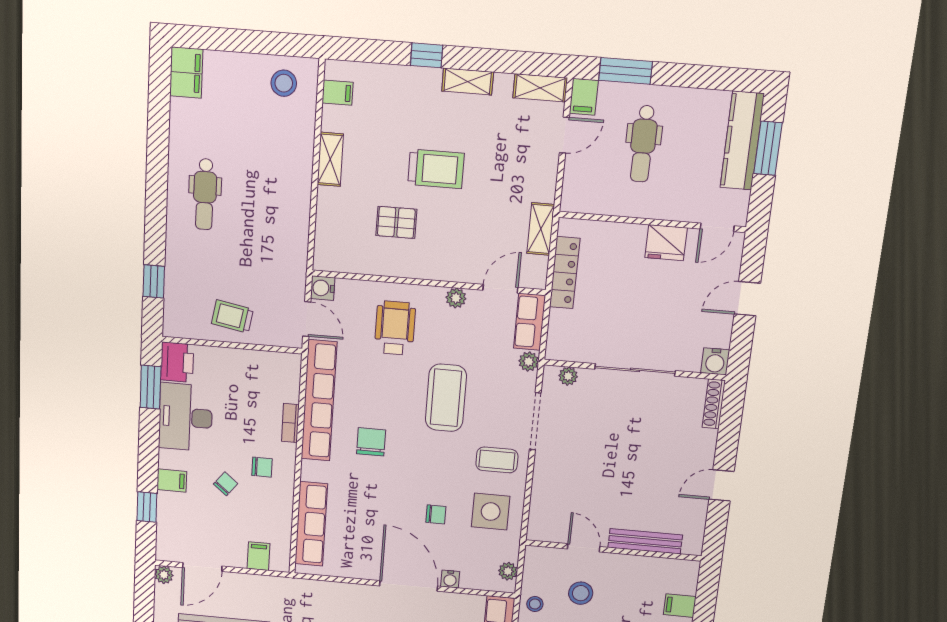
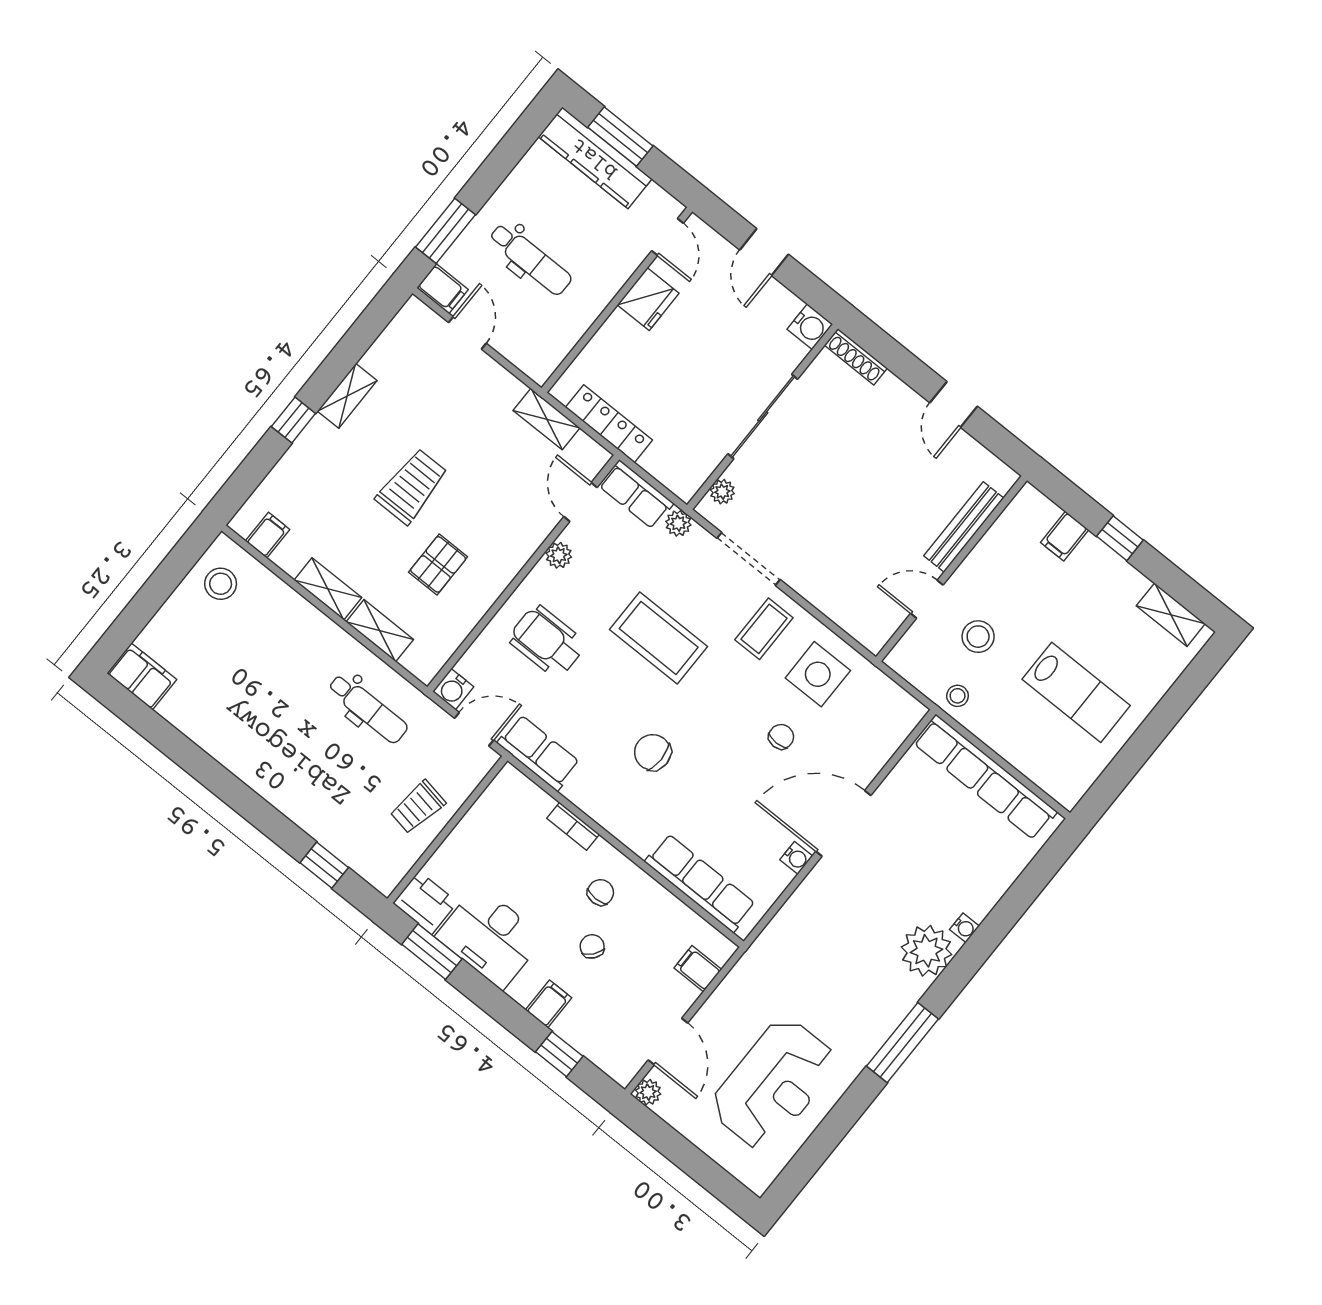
shelving: (540, 88) -> (380, 631), moved, turned 90
dental chair: (205, 194) -> (368, 709), moved
row of seats: (319, 401) -> (539, 753), width x0.50
plant: (508, 571) -> (899, 701), removed
water cooler: (450, 579) -> (796, 858), moved

